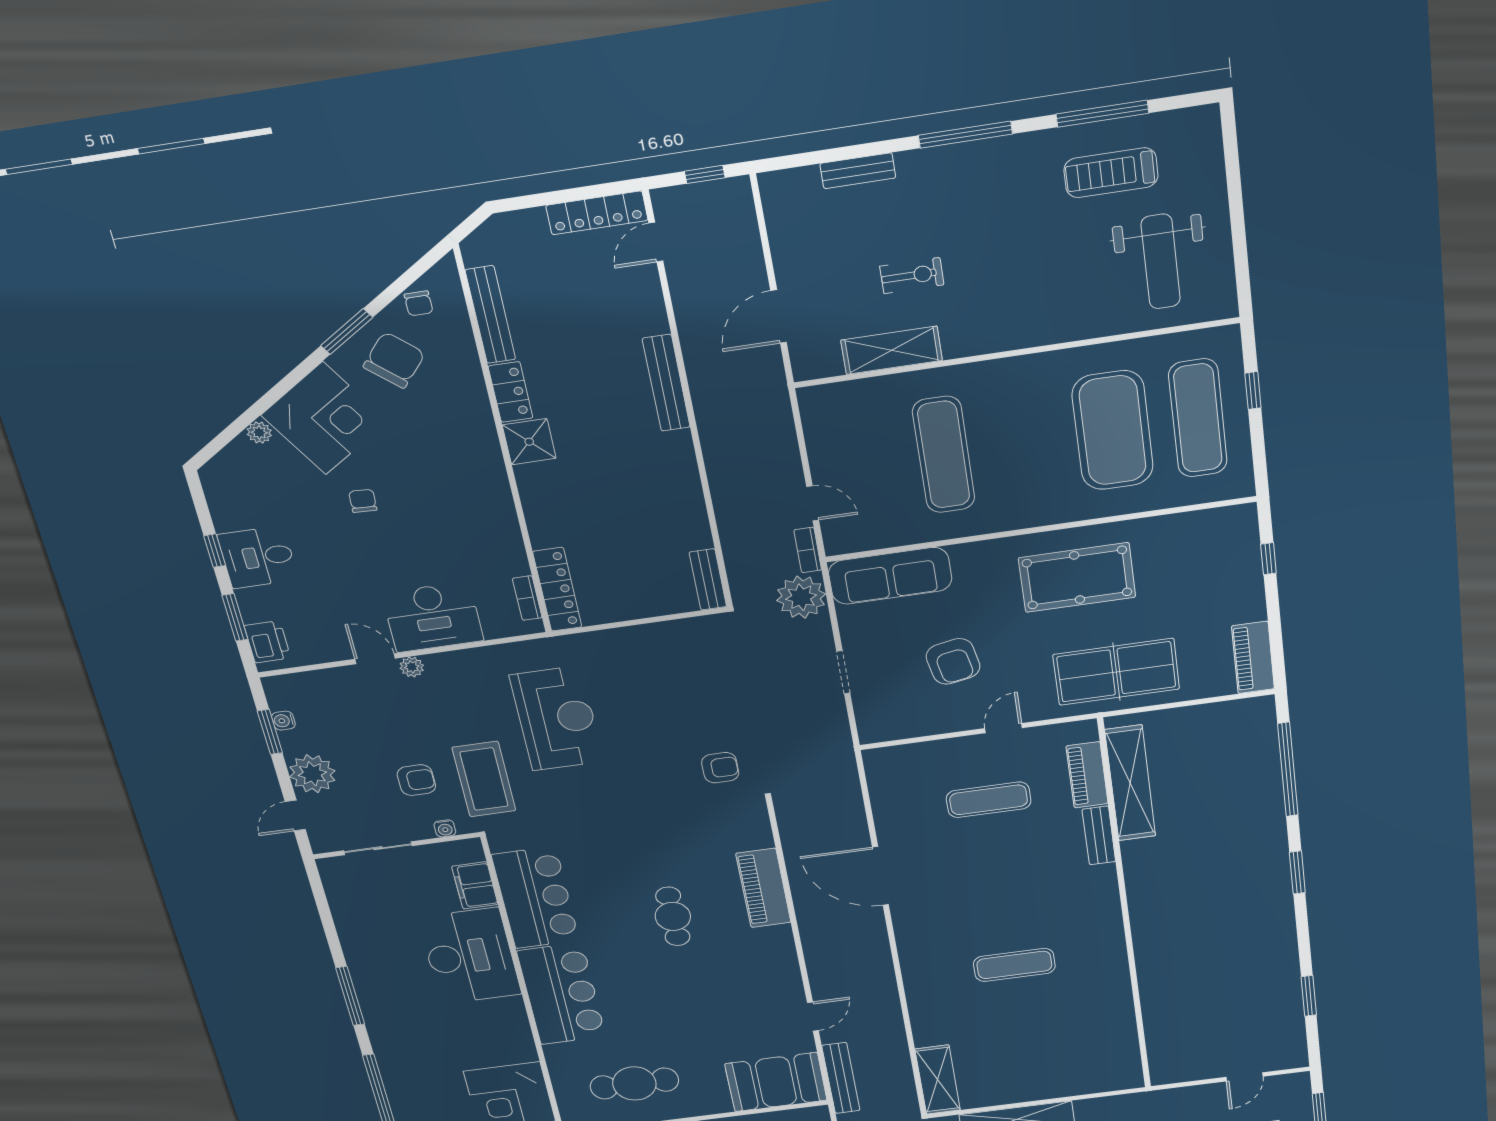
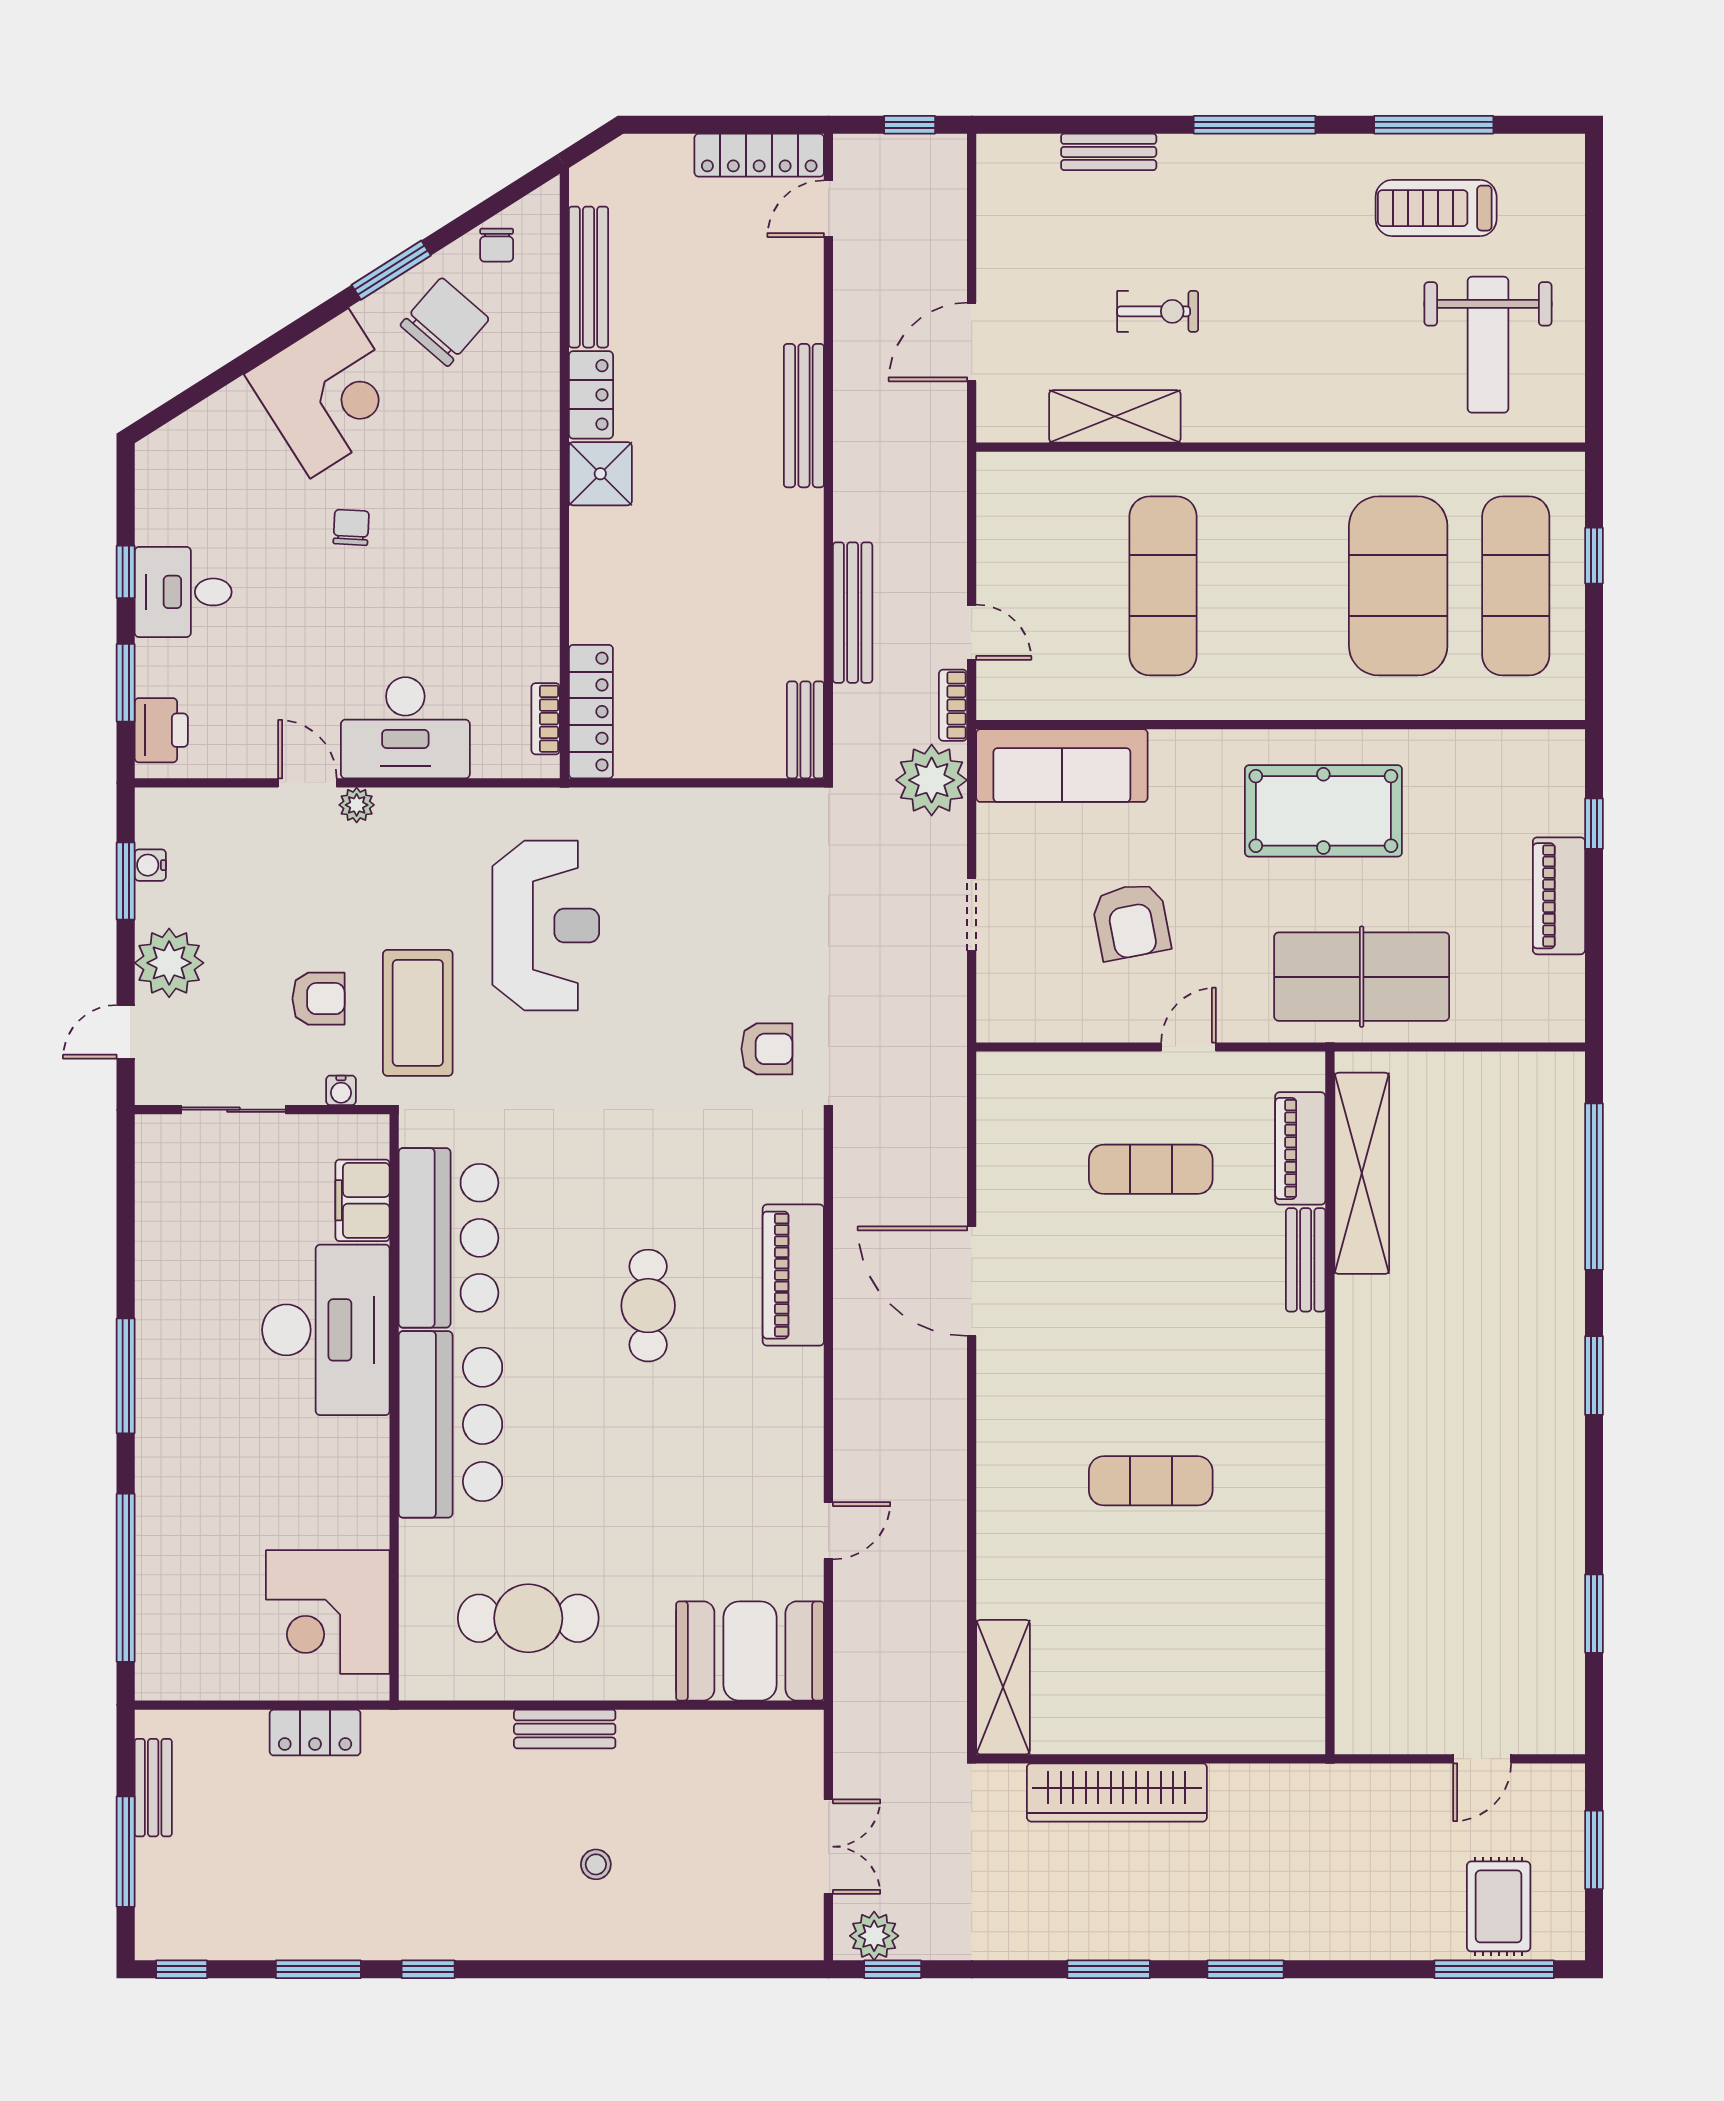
plant: (259, 432) -> (235, 400), removed
piano: (1253, 658) -> (1559, 896), moved
bench: (841, 1078) -> (853, 613), moved

